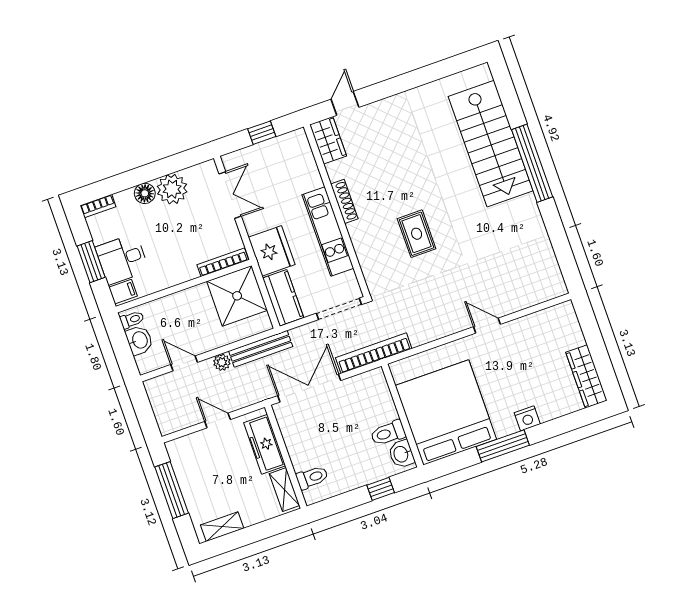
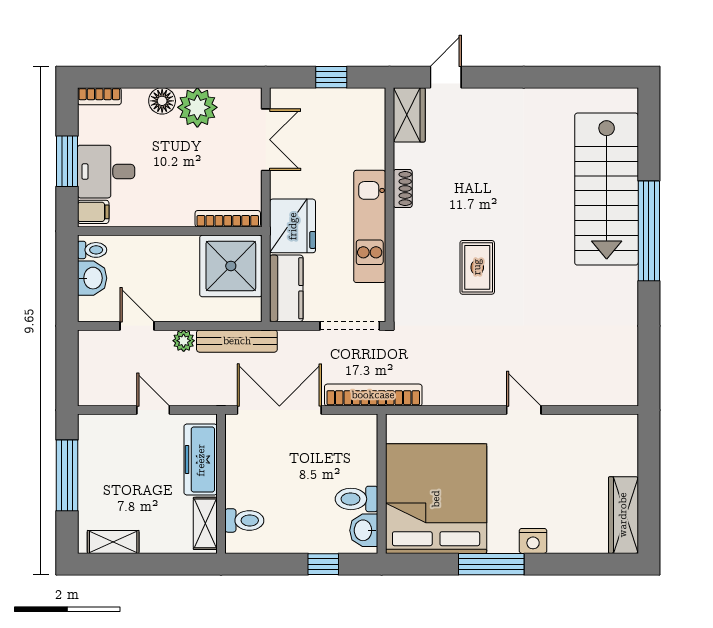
shoe rack: (344, 201) -> (403, 189), width x0.70

